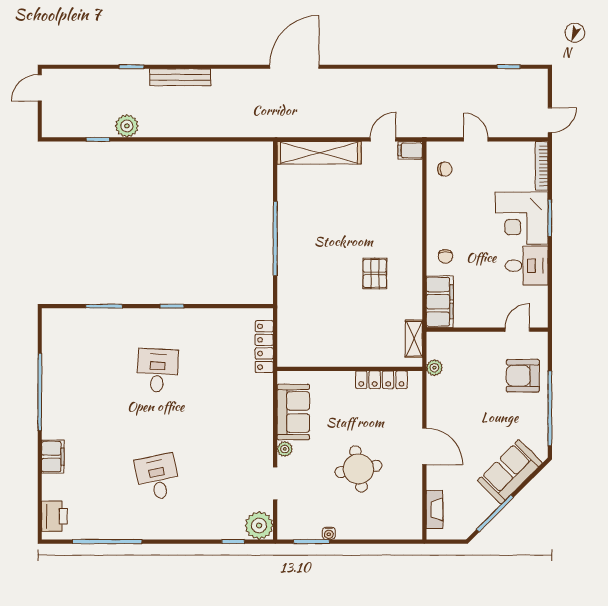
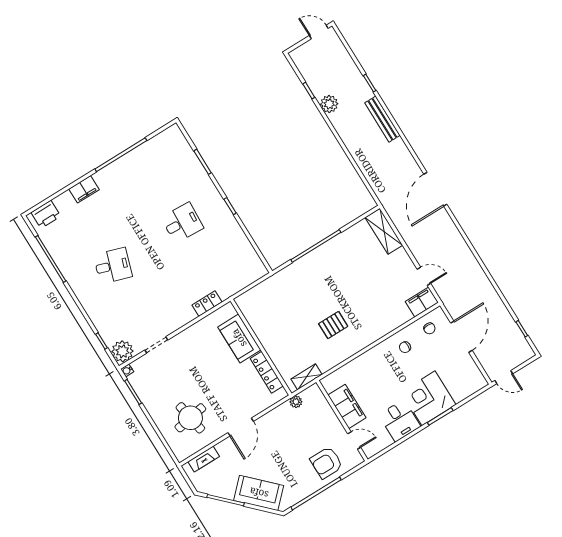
door: (294, 67) -> (435, 189), swing flipped
door: (476, 139) -> (461, 337), width x1.88
filing cabinet: (410, 150) -> (422, 302), width x2.00
shelving: (319, 153) -> (384, 231), width x0.68
bookcase: (542, 166) -> (471, 390), removed
chair: (445, 256) -> (405, 347), moved
filing cabinet: (440, 302) -> (347, 406), moved, turned -90
locker: (264, 347) -> (207, 304), moved, width x0.66
armchair: (523, 376) -> (326, 463), turned -90
sofa: (293, 412) -> (239, 338), moved, turned 90
plant: (285, 449) -> (183, 337), removed
round table: (358, 469) -> (190, 418), moved
desk: (157, 477) -> (113, 266), turned 30
water cooler: (329, 533) -> (127, 370), moved

